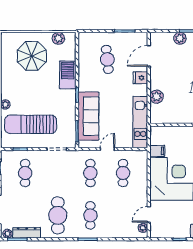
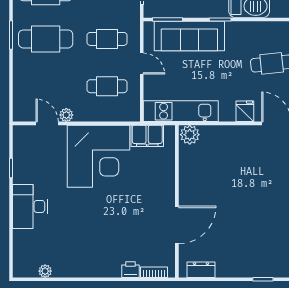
plant: (157, 97) -> (190, 135), moved
filing cabinet: (157, 151) -> (147, 136), width x2.00
cafe table: (90, 215) -> (46, 39), width x1.37, depth x1.35
plant: (143, 228) -> (66, 115), moved

